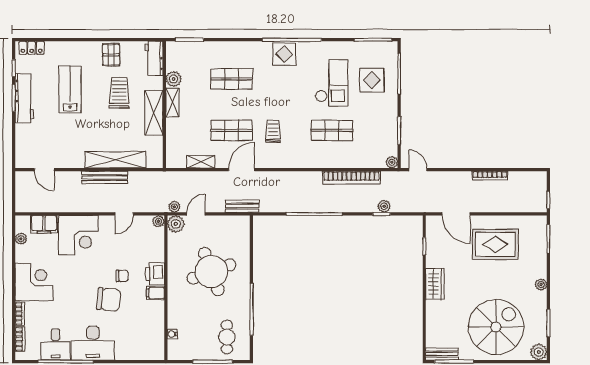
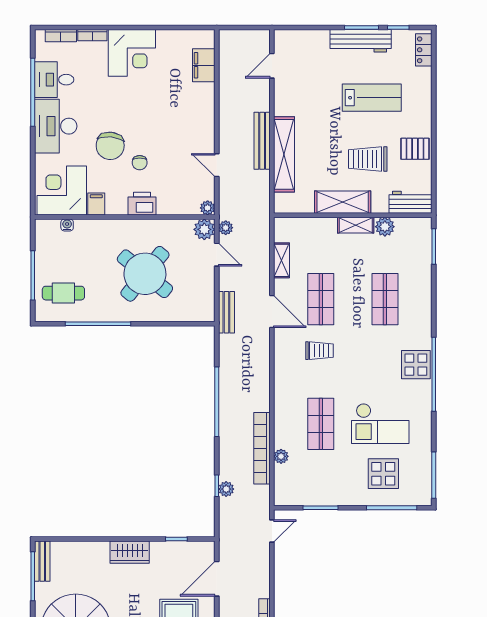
trolley: (119, 93) -> (368, 159), turned 180
plant: (392, 162) -> (281, 456), moved
corner desk: (78, 235) -> (62, 191), moved, turned 90
plant: (21, 239) -> (186, 37), removed
round table: (211, 272) -> (145, 274), turned -31
filing cabinet: (155, 293) -> (96, 204), moved

